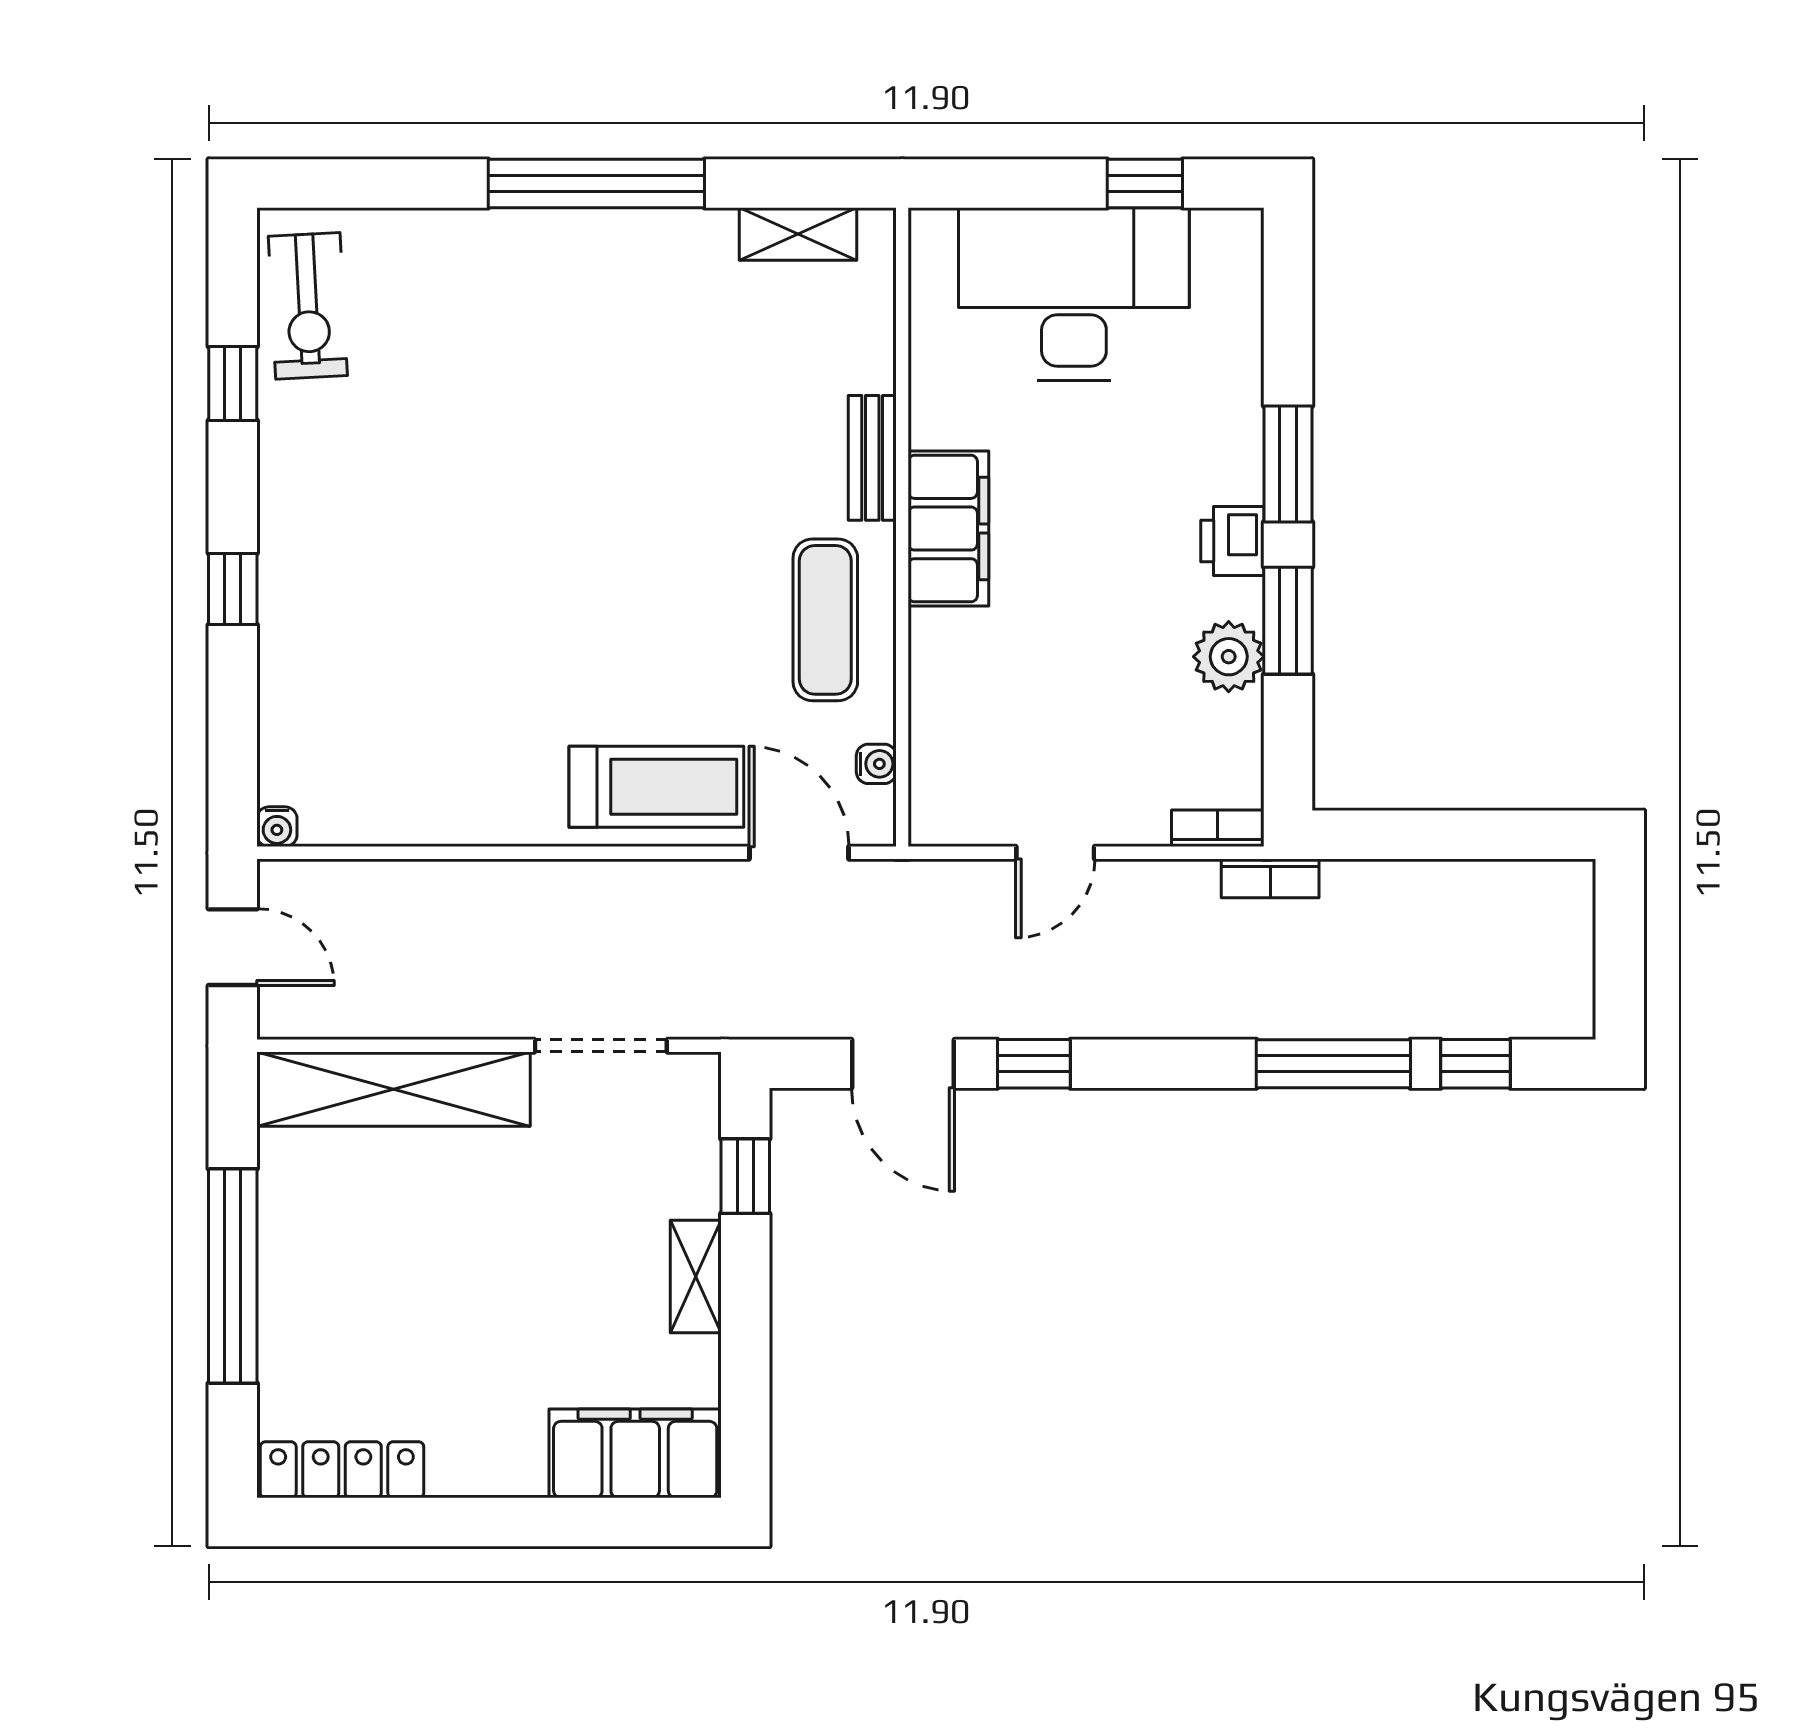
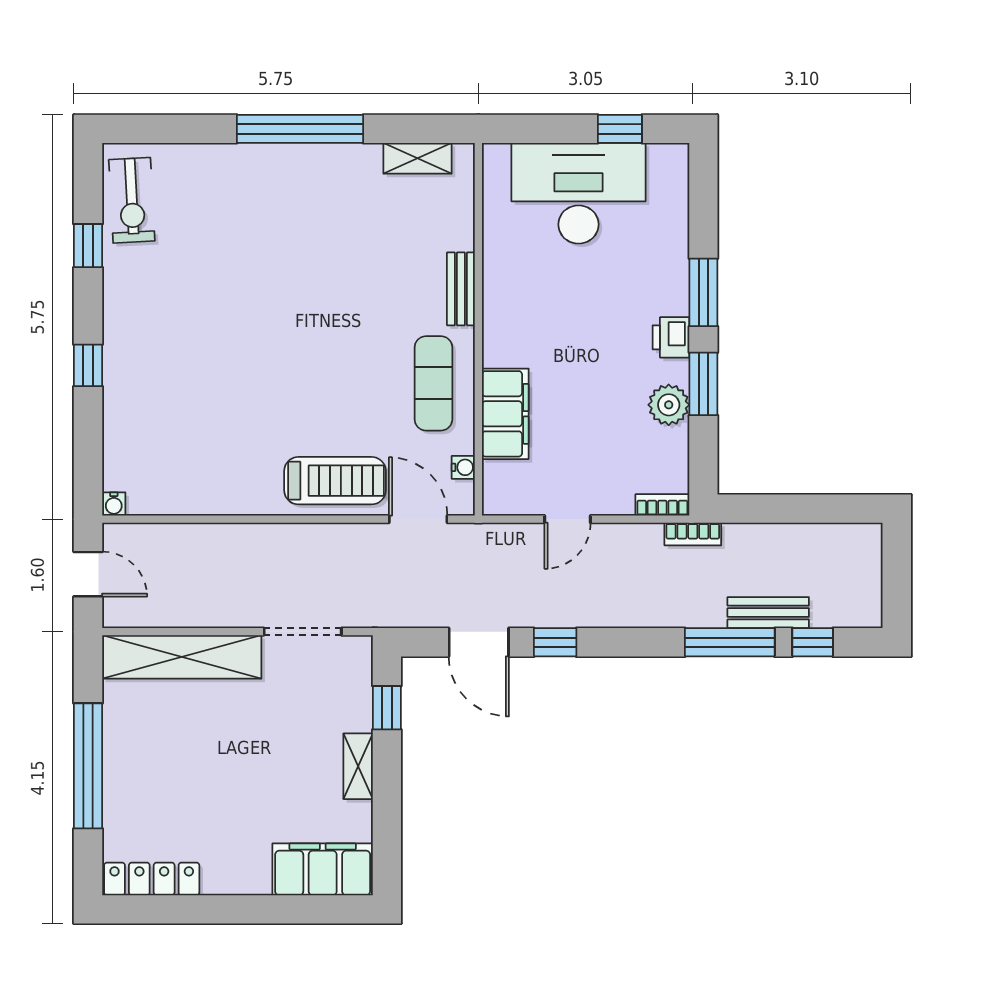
filing cabinet: (948, 529) -> (505, 414), moved
bench: (1399, 1013) -> (768, 613), added

